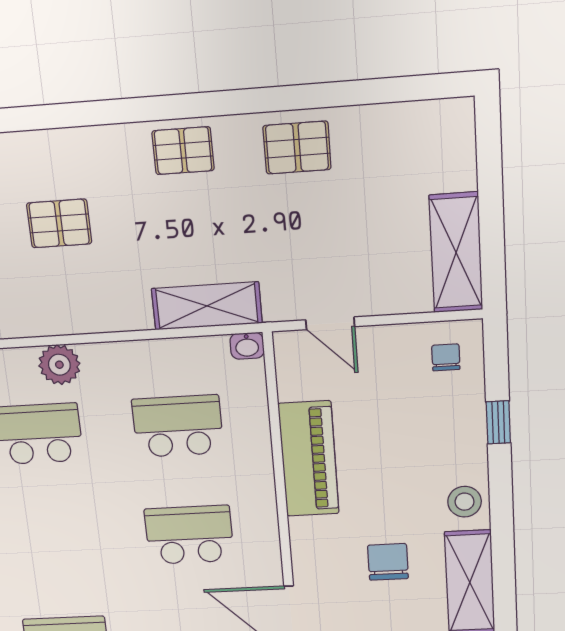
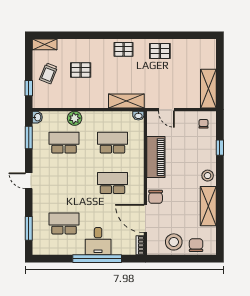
chair: (388, 562) -> (156, 197), moved, turned 180

